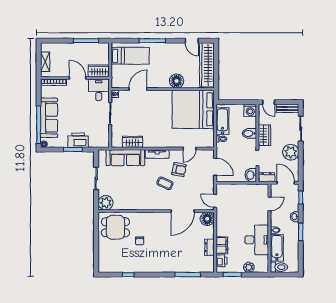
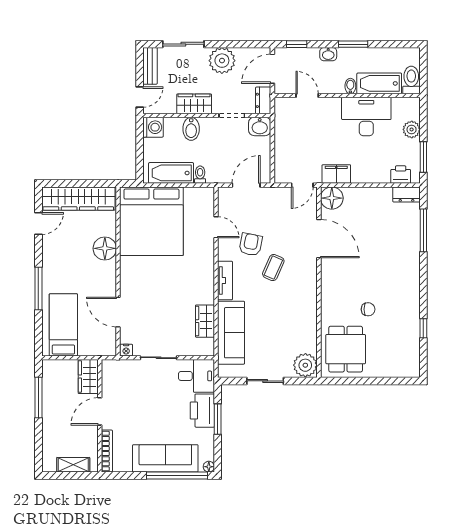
desk: (99, 90) -> (196, 376), moved, turned 180
filing cabinet: (222, 245) -> (336, 174), moved
dresser: (209, 247) -> (406, 194), moved

